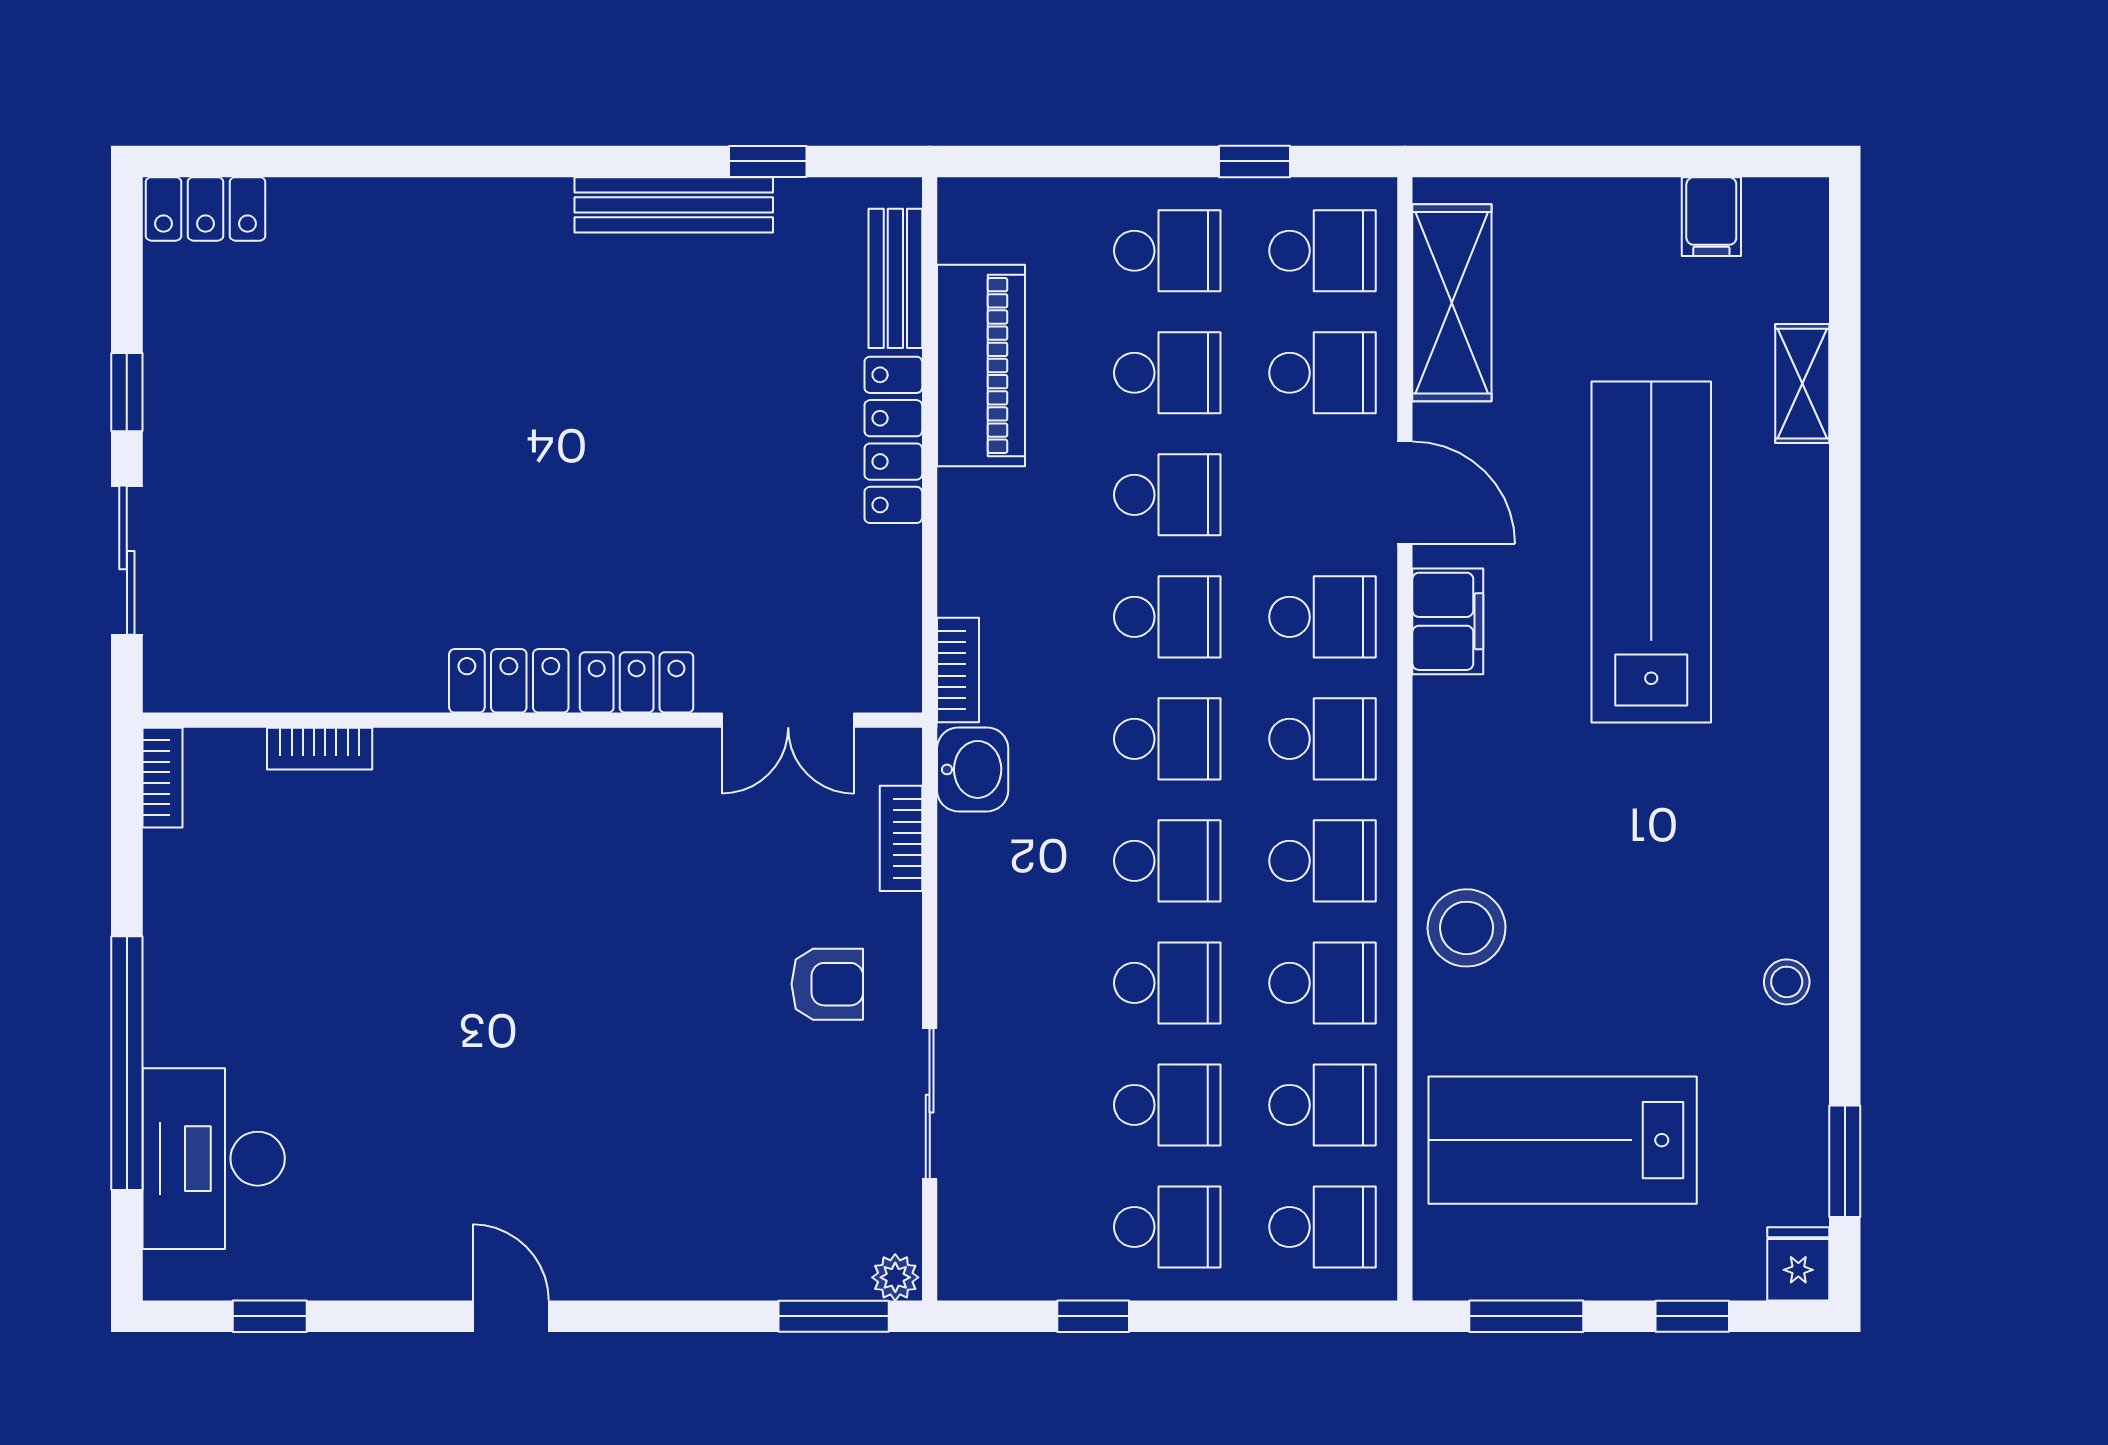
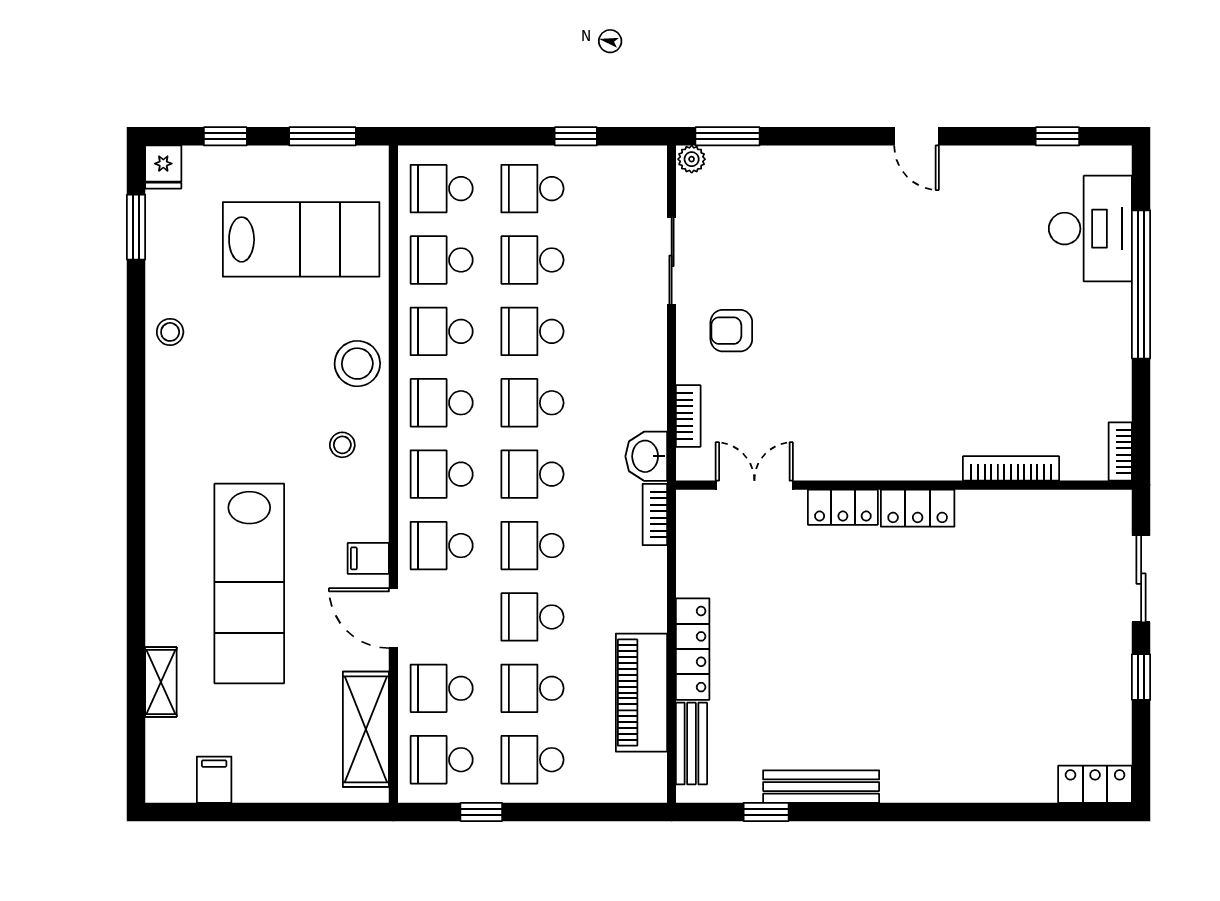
filing cabinet: (1448, 621) -> (368, 558), width x0.50
bookcase: (320, 749) -> (1011, 468), width x1.56
stool: (1492, 789) -> (342, 445), added

